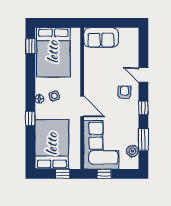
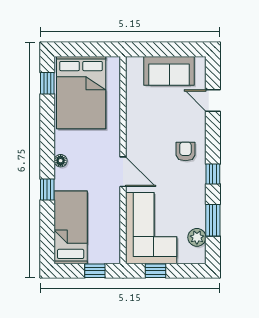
sofa: (101, 37) -> (169, 71), moved
door: (143, 75) -> (213, 101), moved
side table: (54, 96) -> (83, 156), removed
bed: (52, 144) -> (71, 227), width x0.67

